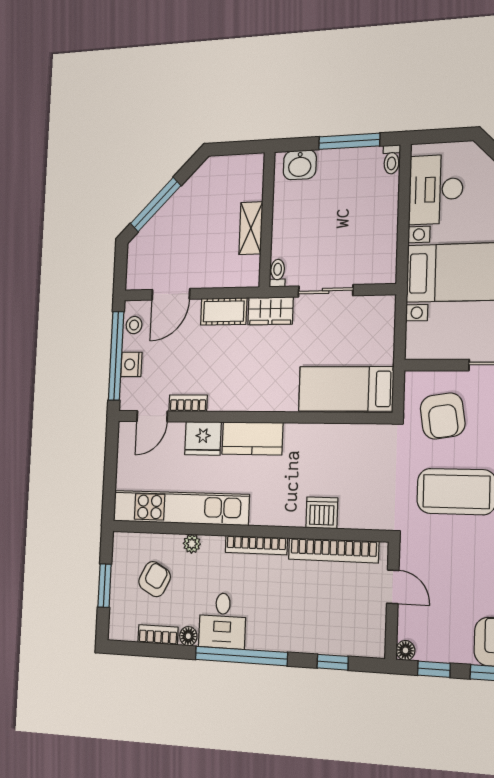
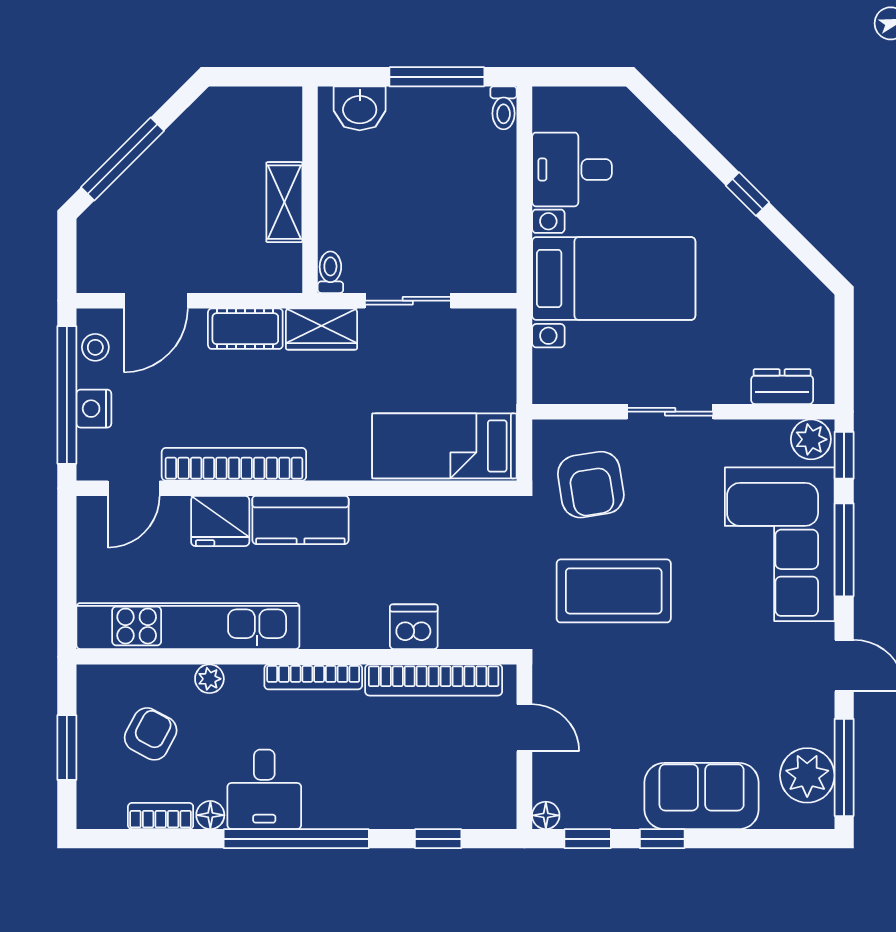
desk: (436, 189) -> (572, 169), width x0.73
bookcase: (188, 403) -> (234, 464), width x2.31, depth x1.31

